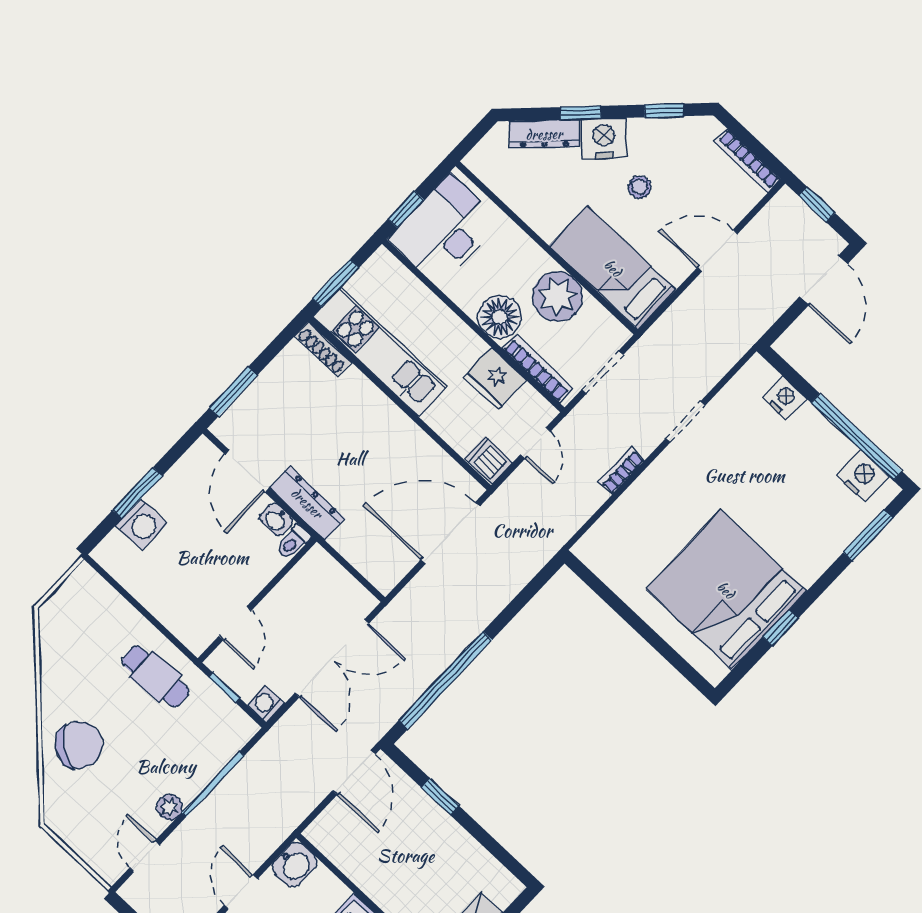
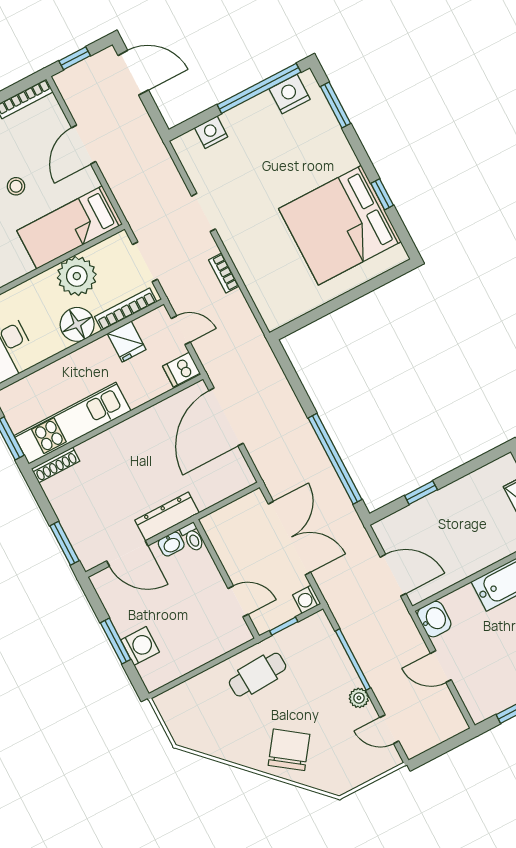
fridge: (495, 379) -> (127, 342), width x0.72
door: (354, 772) -> (393, 575), moved

